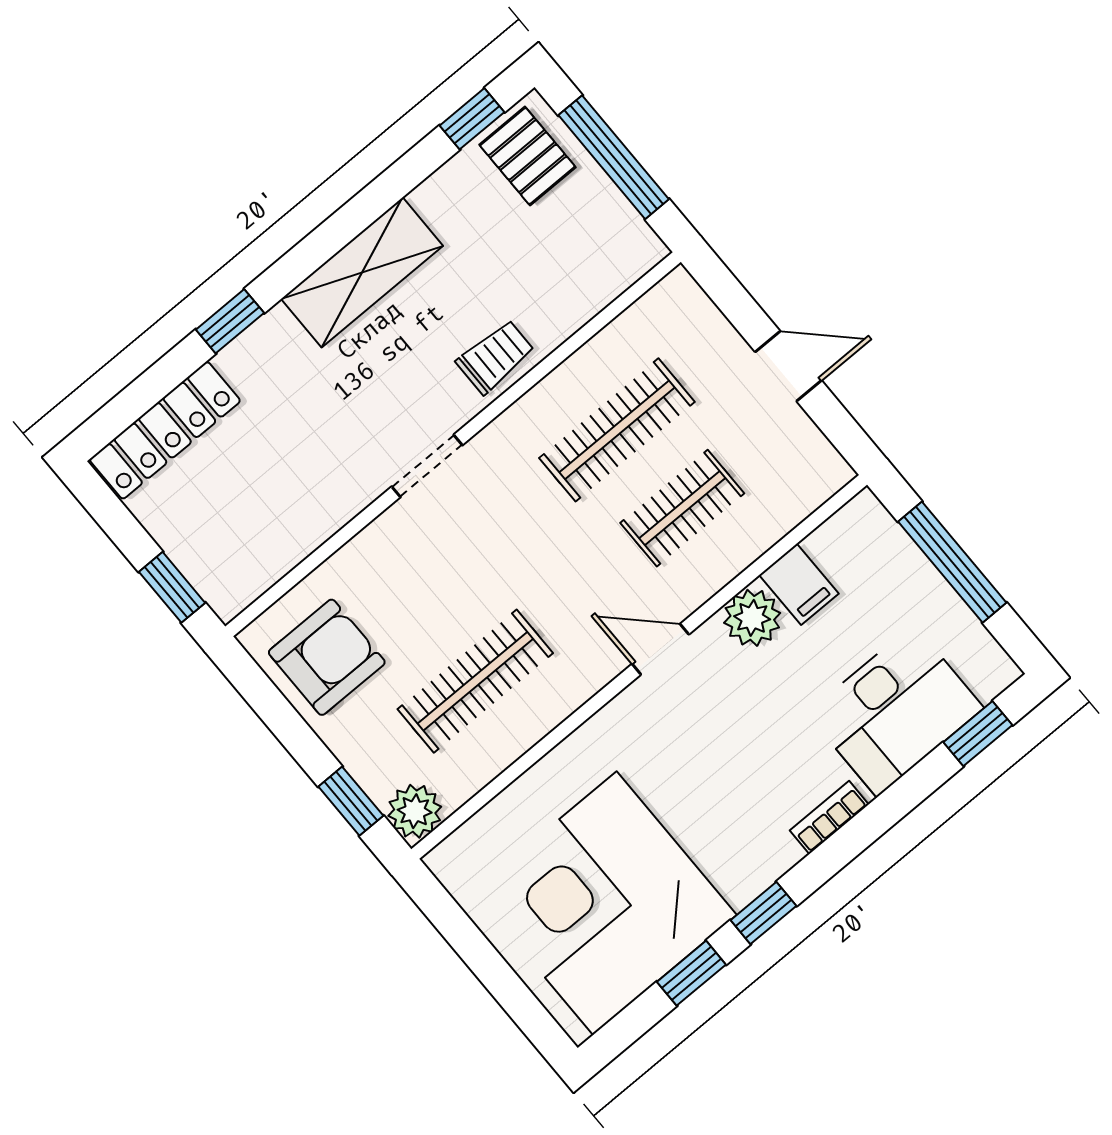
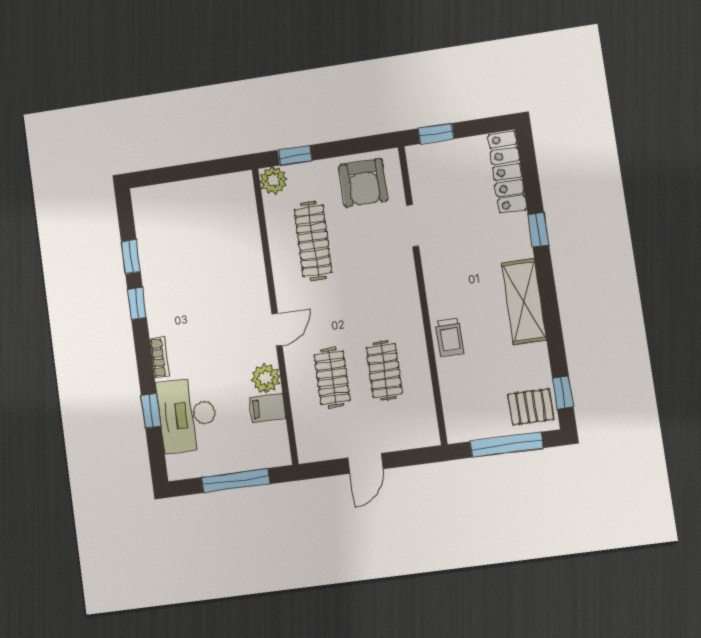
clothes rail: (617, 430) -> (384, 370), width x0.73
doorway: (427, 466) -> (413, 226), moved
window: (978, 734) -> (151, 411), moved
corner desk: (605, 903) -> (183, 238), removed

